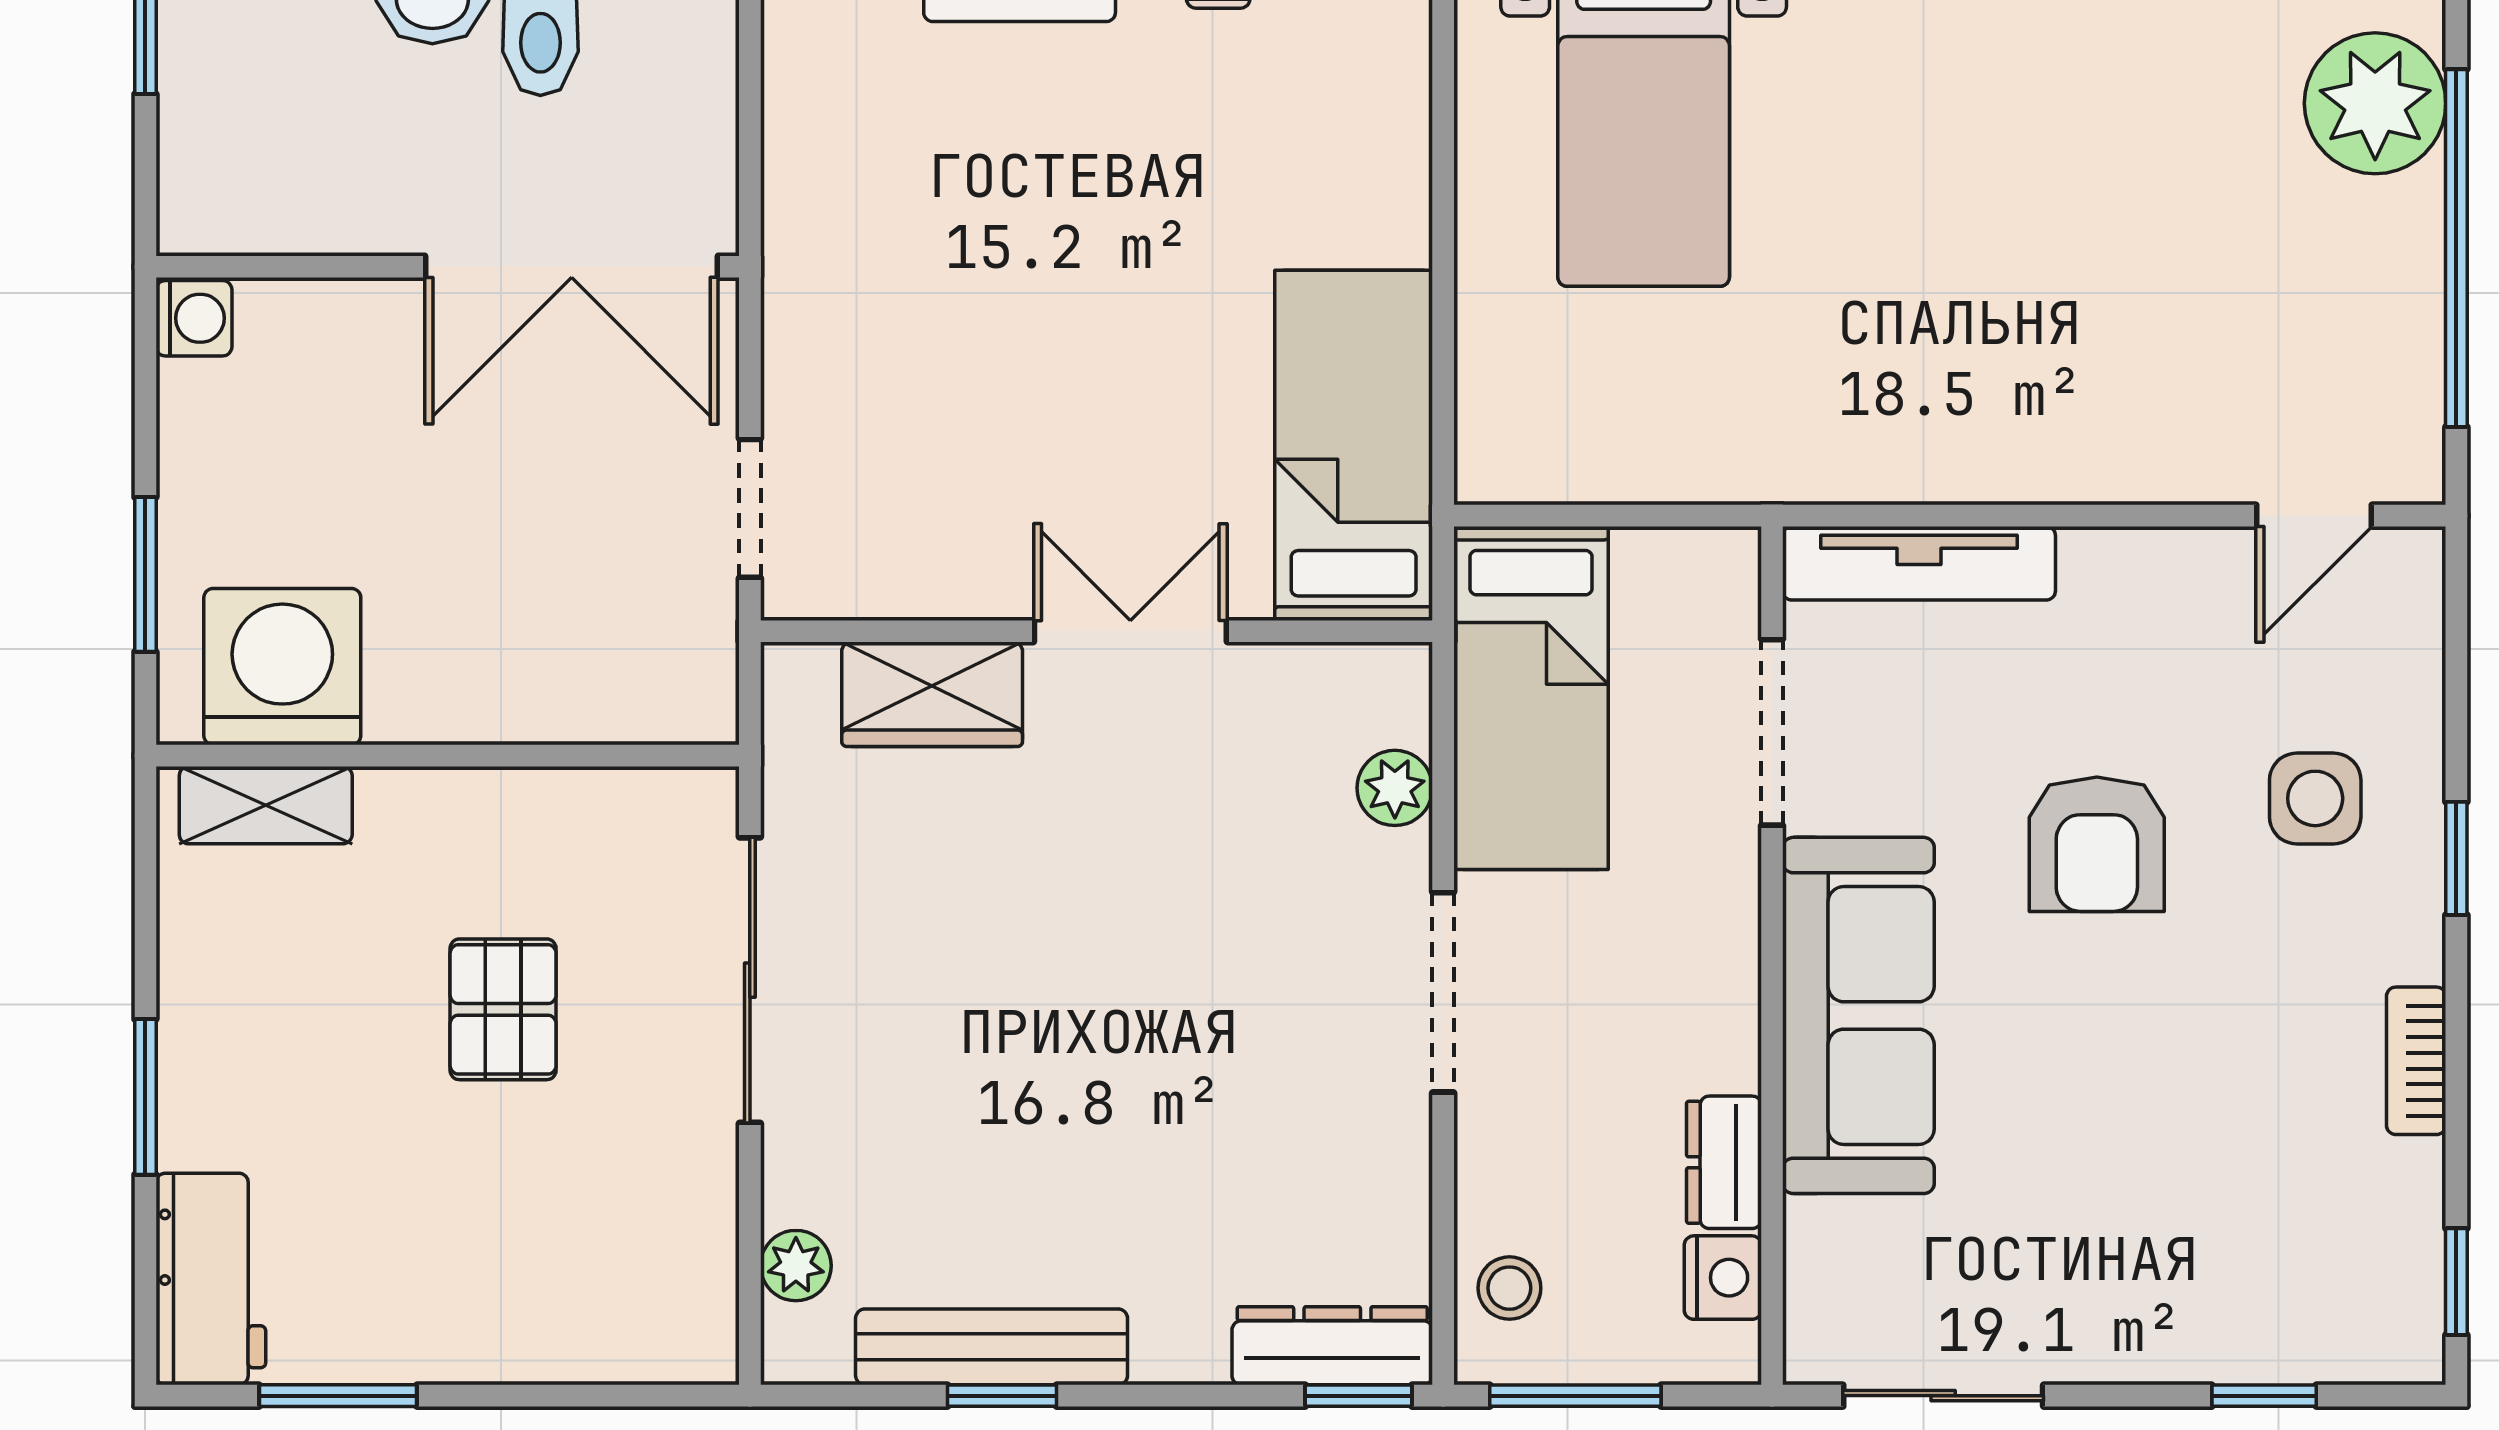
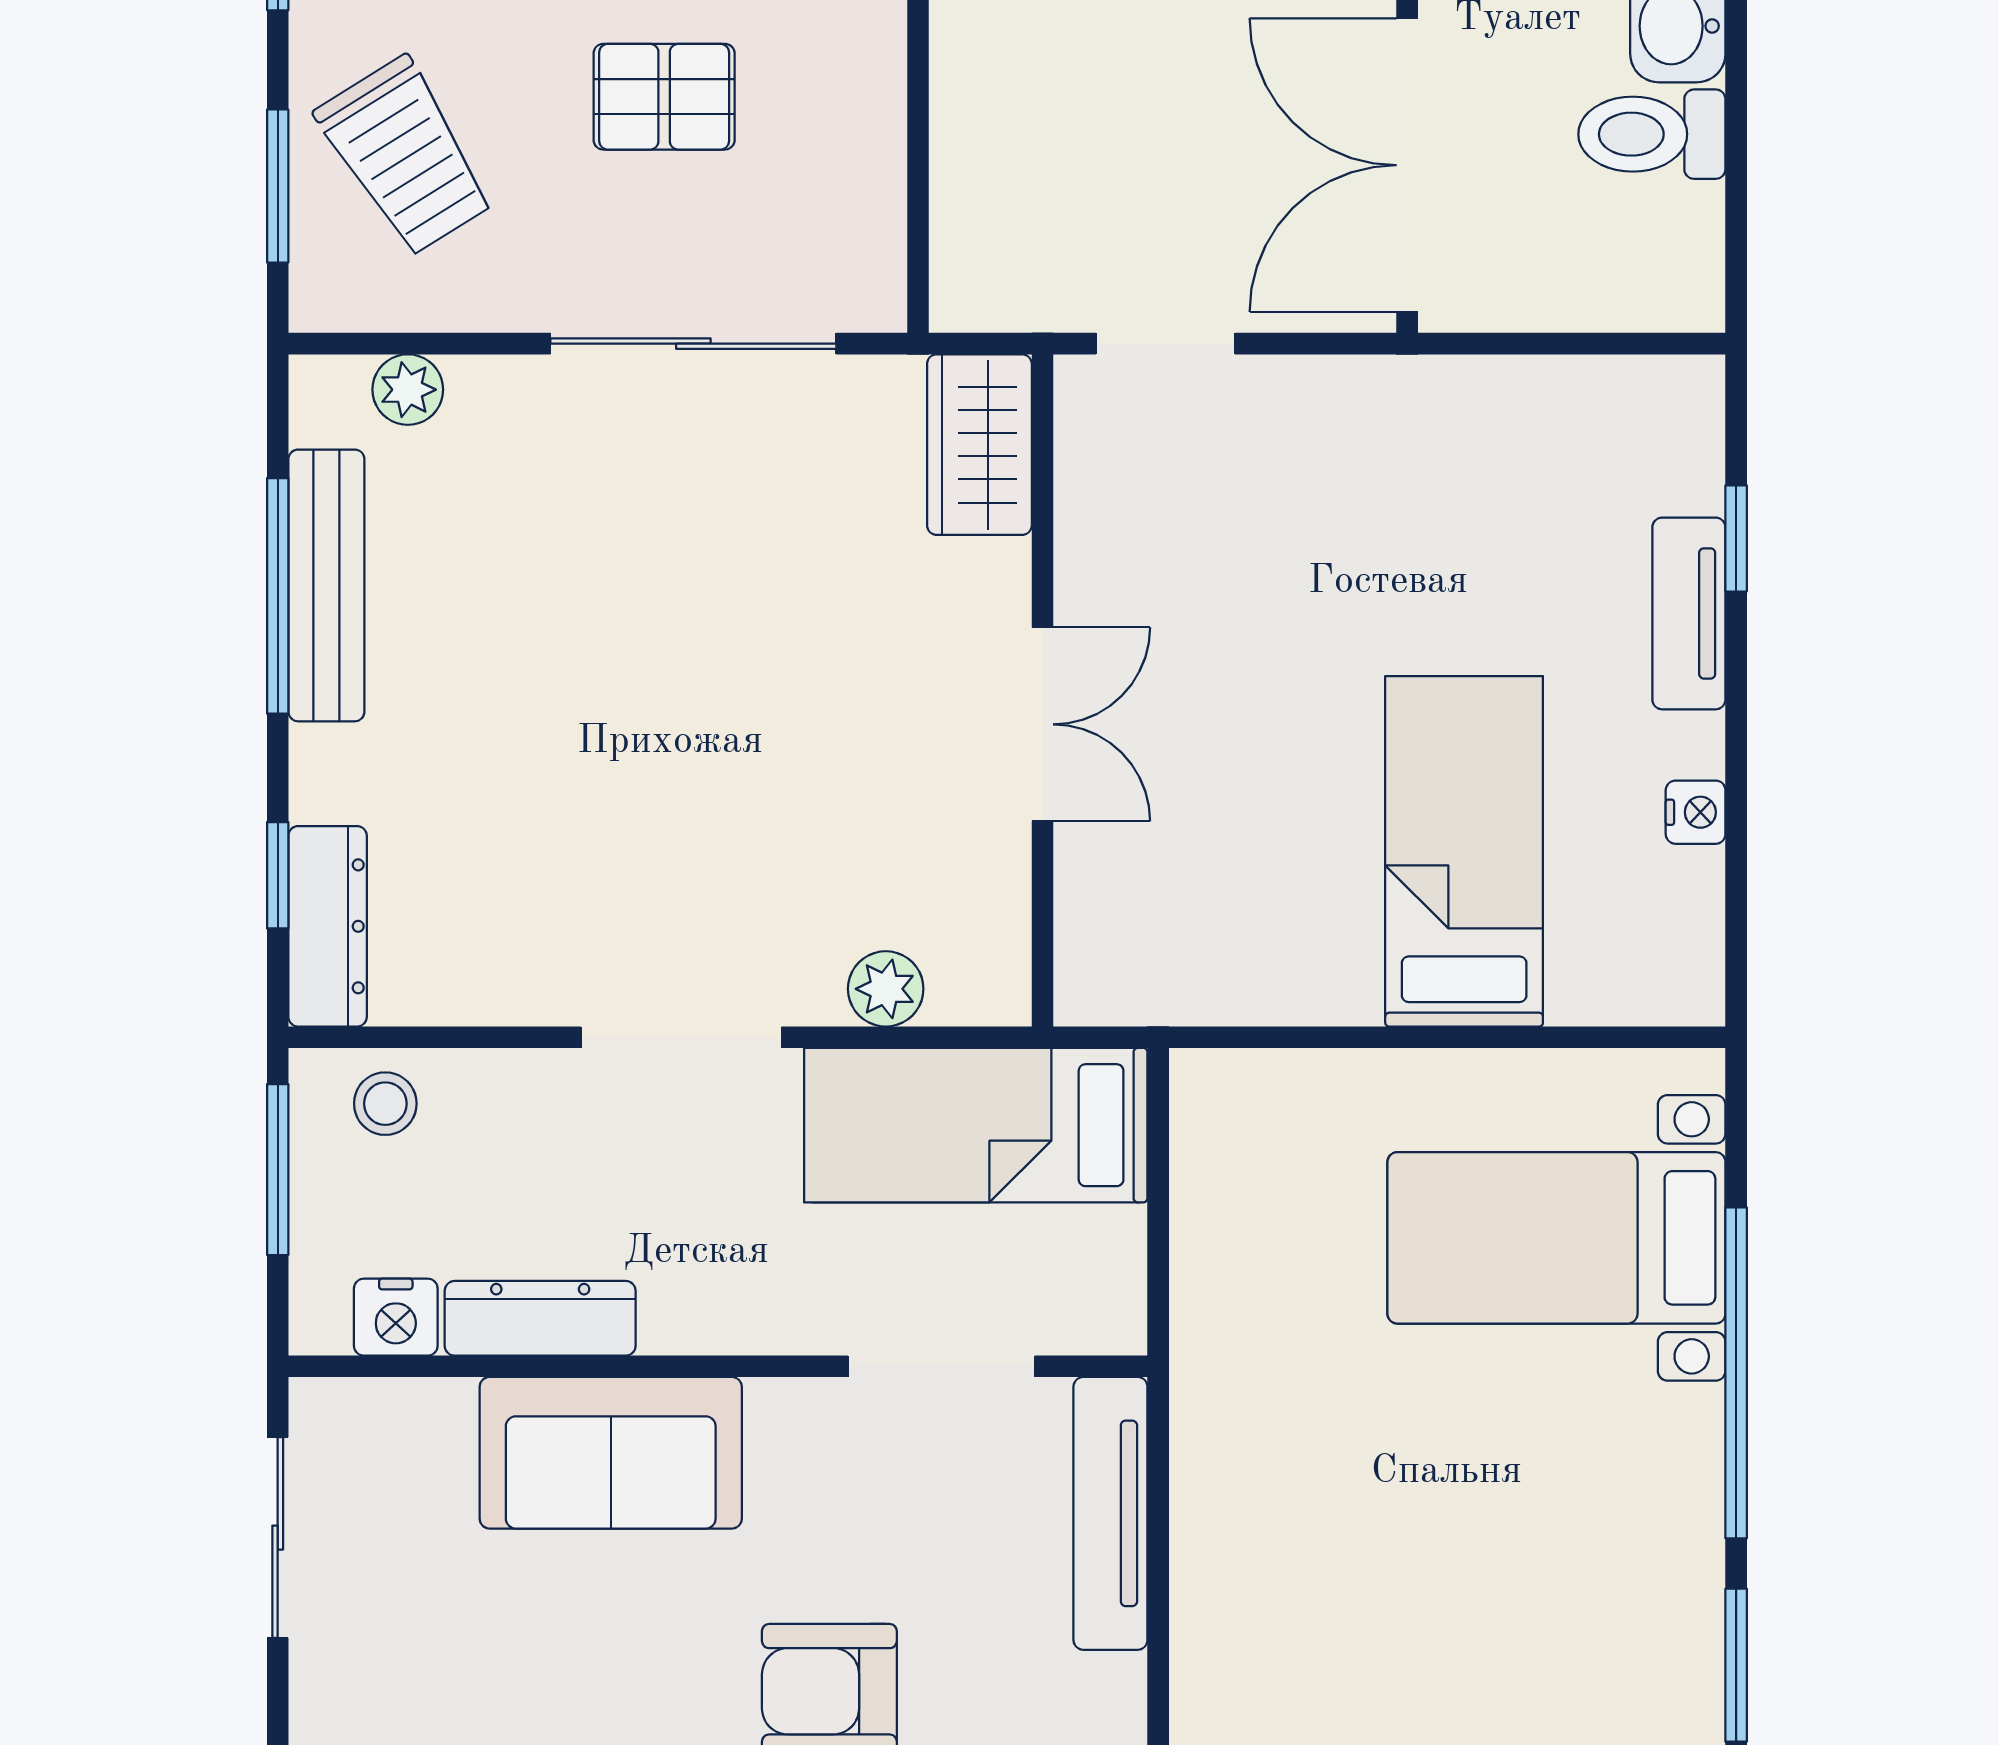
bed: (1354, 445) -> (1464, 851), moved, turned -90
wardrobe: (932, 694) -> (979, 445), moved
sofa: (1858, 1015) -> (611, 1453), width x0.73
dresser: (1724, 1162) -> (540, 1318), width x1.44
trolley: (563, 1268) -> (406, 156), added
window: (592, 1396) -> (278, 186), added
window: (1002, 1396) -> (278, 596), width x2.17
window: (1359, 1396) -> (278, 875), moved

